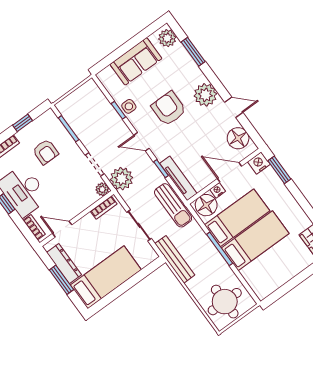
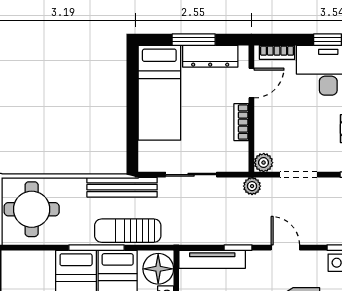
door: (141, 142) -> (285, 248), hinge flipped
plant: (122, 179) -> (252, 186), width x0.53, depth x0.53
sun lounger: (173, 205) -> (128, 231), moved
bookcase: (104, 208) -> (241, 122), moved

